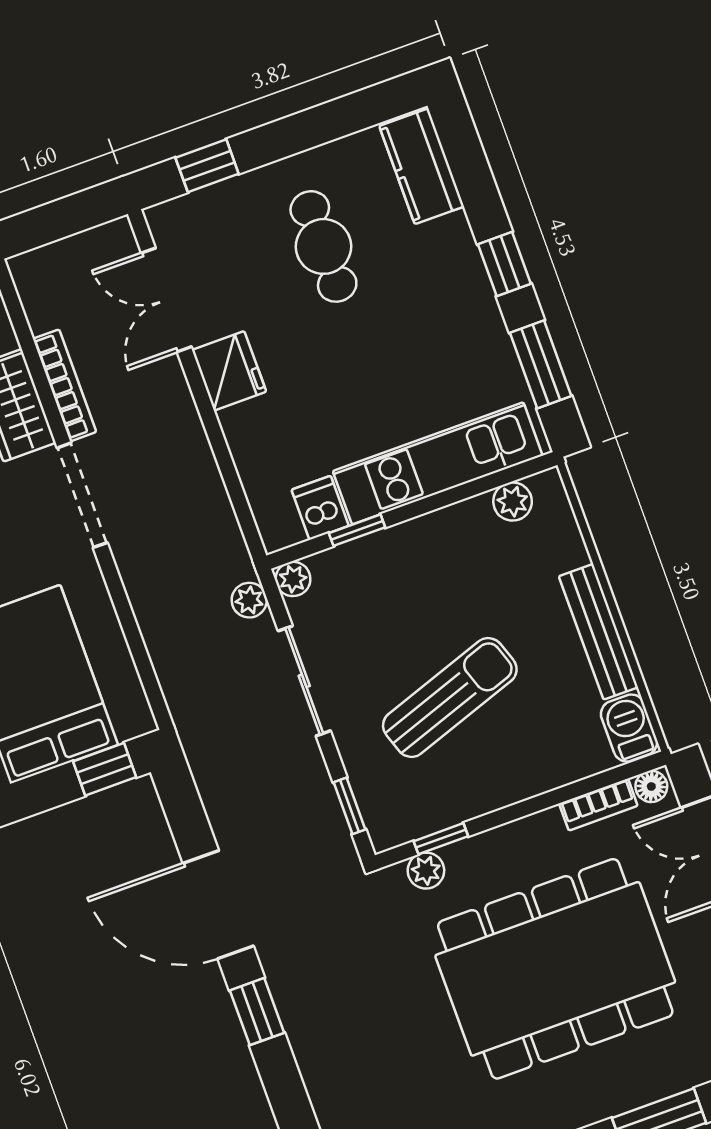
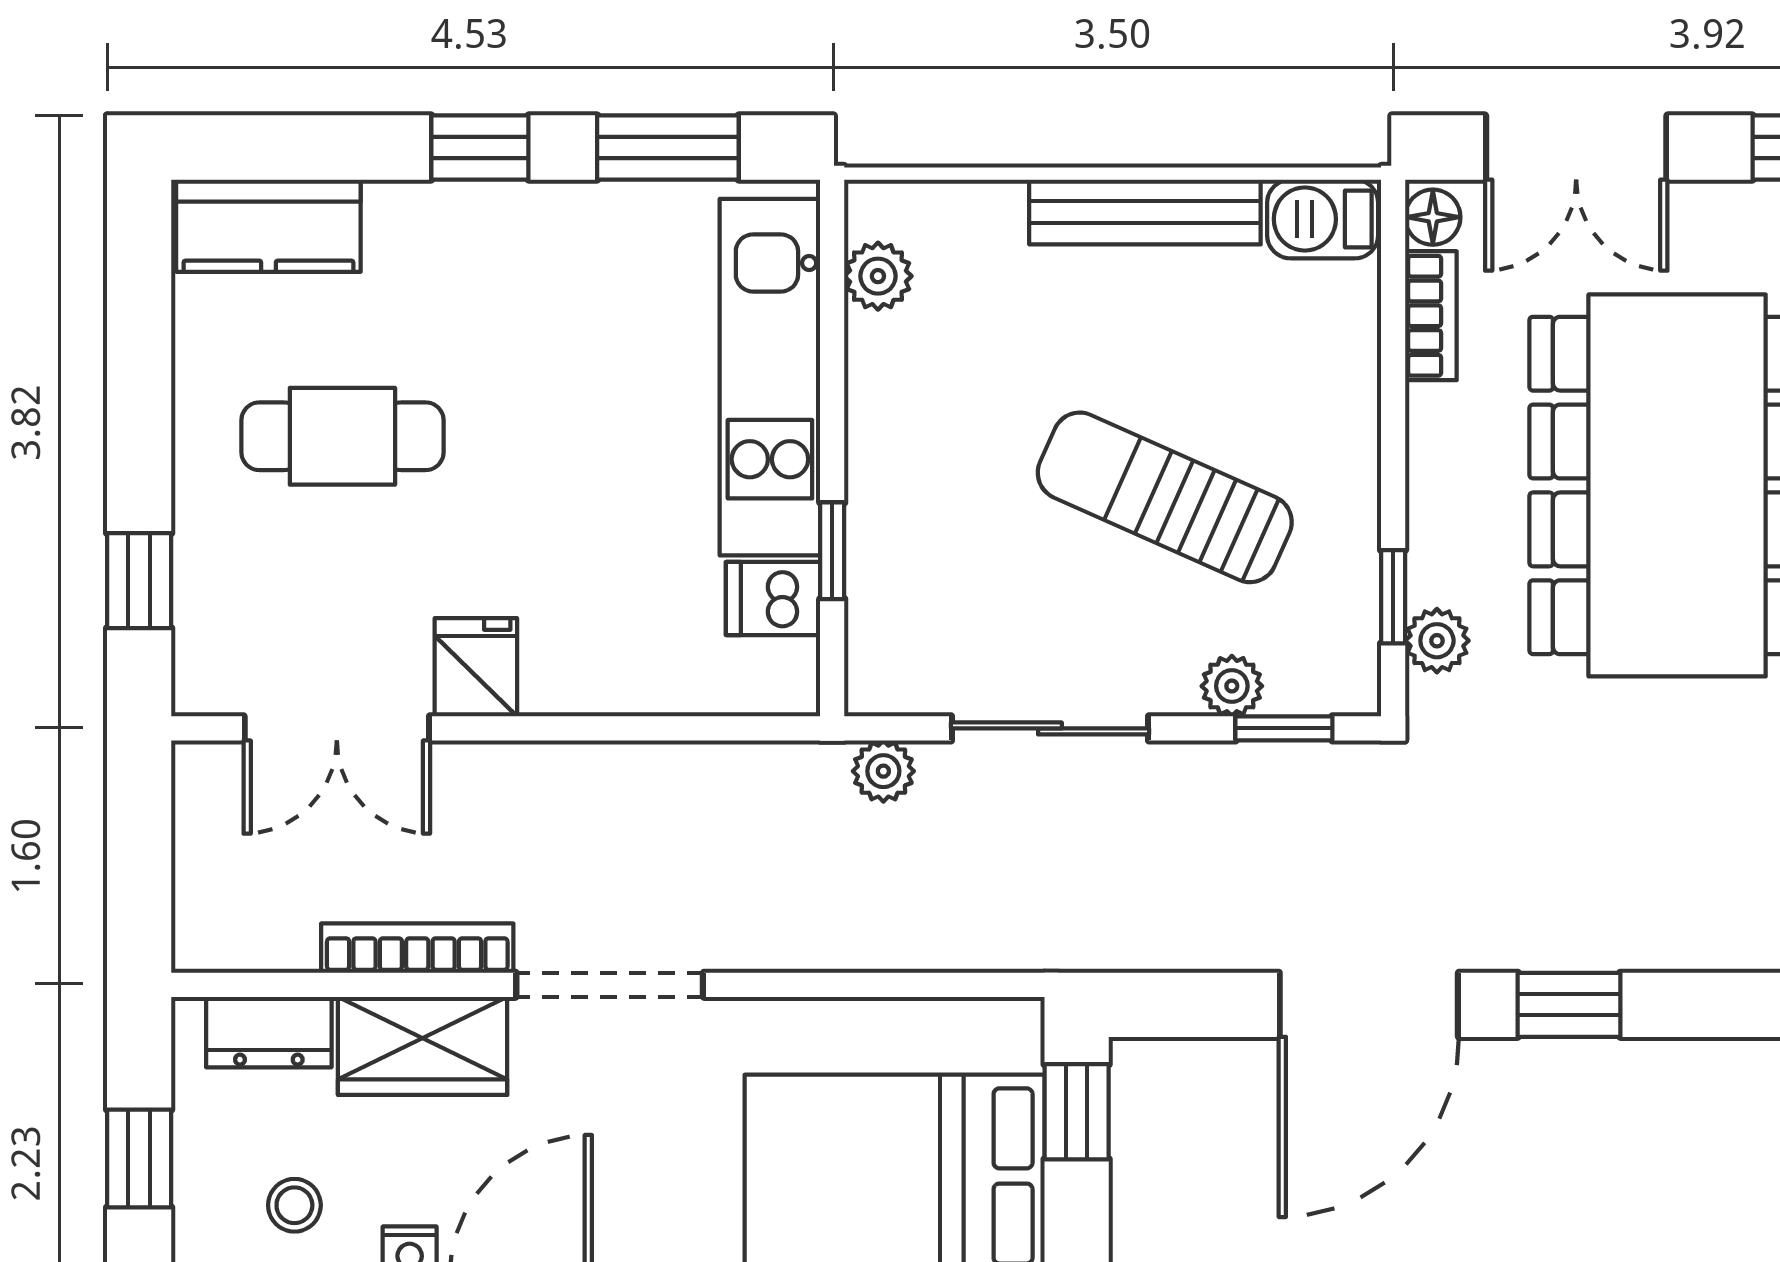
fridge: (229, 371) -> (476, 667), width x0.72
plant: (293, 579) -> (1232, 686), moved
sun lounger: (450, 698) -> (1165, 497), turned -47

